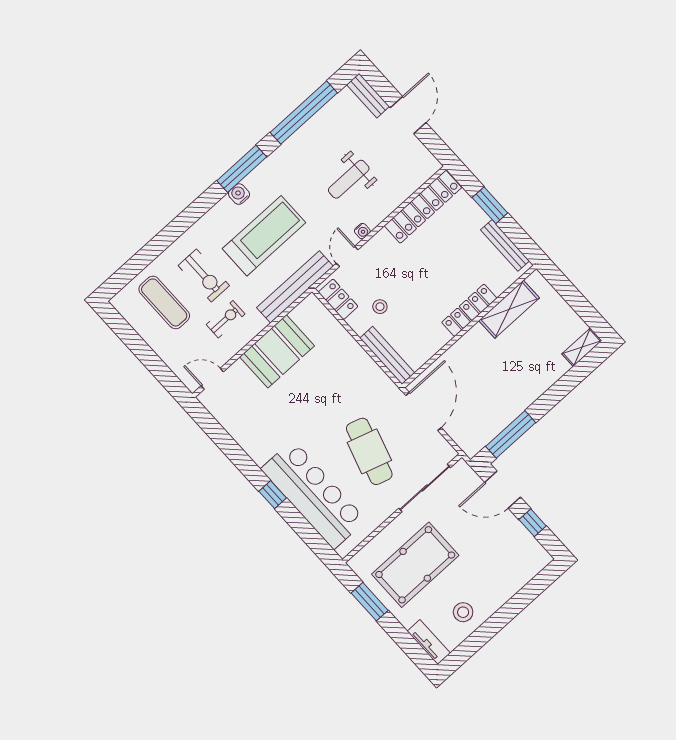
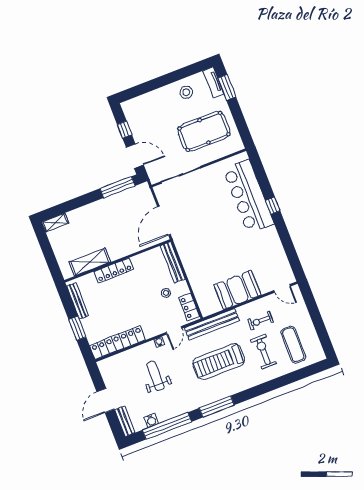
weight bench: (349, 179) -> (155, 376), turned -90
water cooler: (239, 194) -> (151, 420), moved
cafe table: (369, 451) -> (205, 209), removed
window: (370, 602) -> (227, 87), moved

